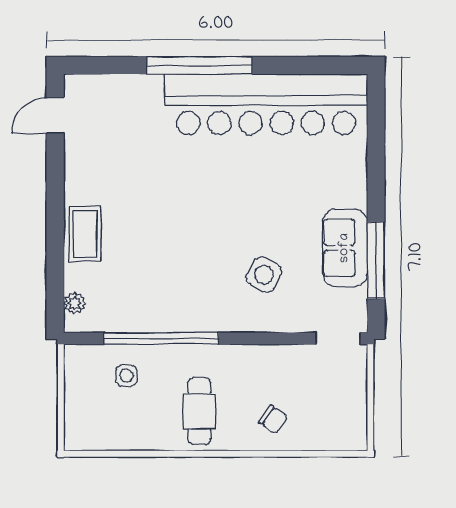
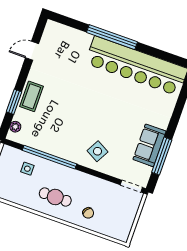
door: (55, 115) -> (32, 51), moved
window: (55, 256) -> (14, 102), added
side table: (264, 275) -> (98, 151), moved
cafe table: (199, 411) -> (55, 197), turned 90

